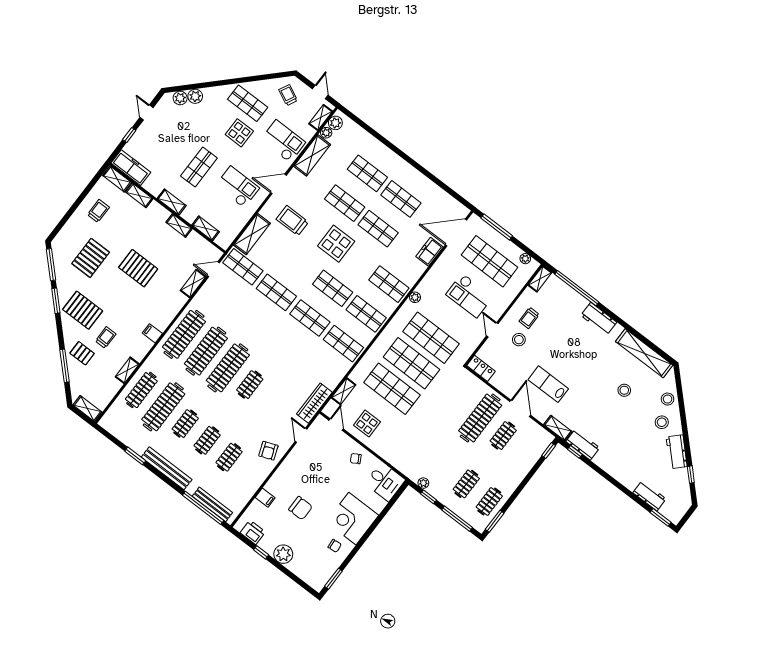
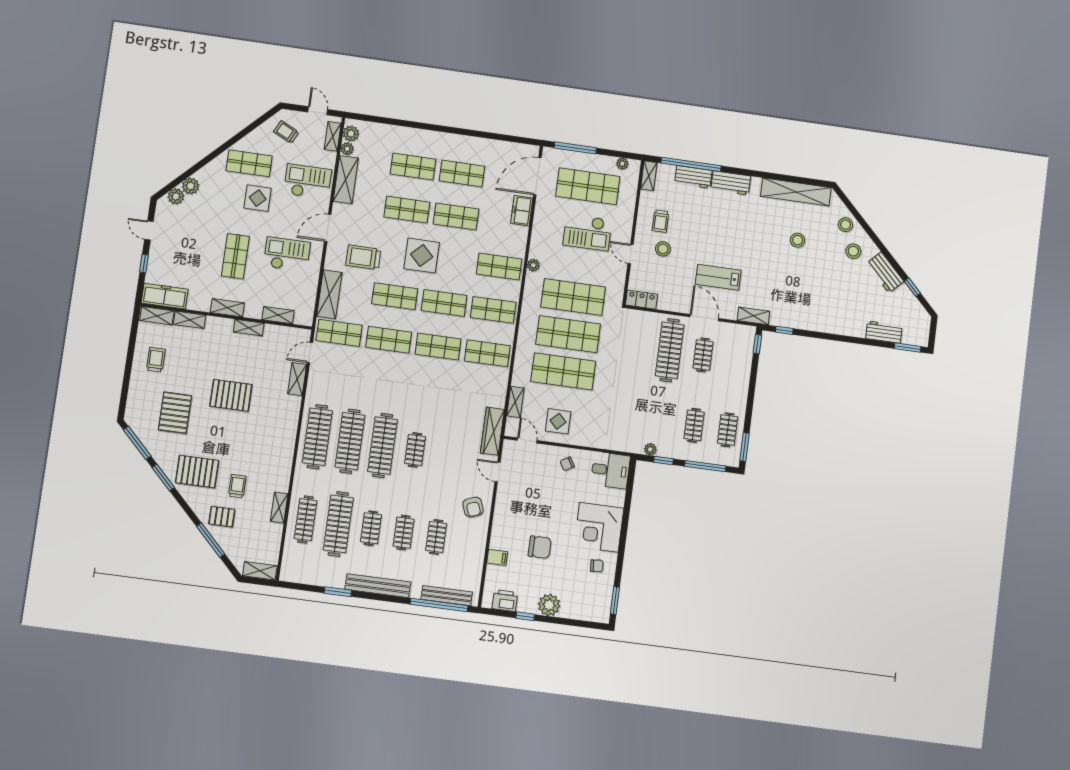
shop shelf: (299, 263) -> (395, 296), added
filing cabinet: (152, 333) -> (284, 454), removed
workbench: (583, 445) -> (693, 177), moved, turned 180

